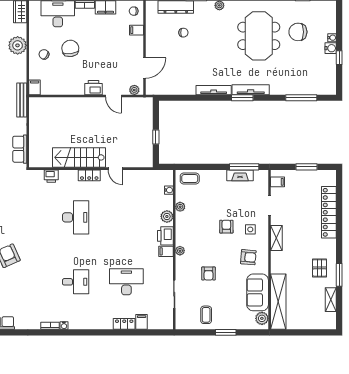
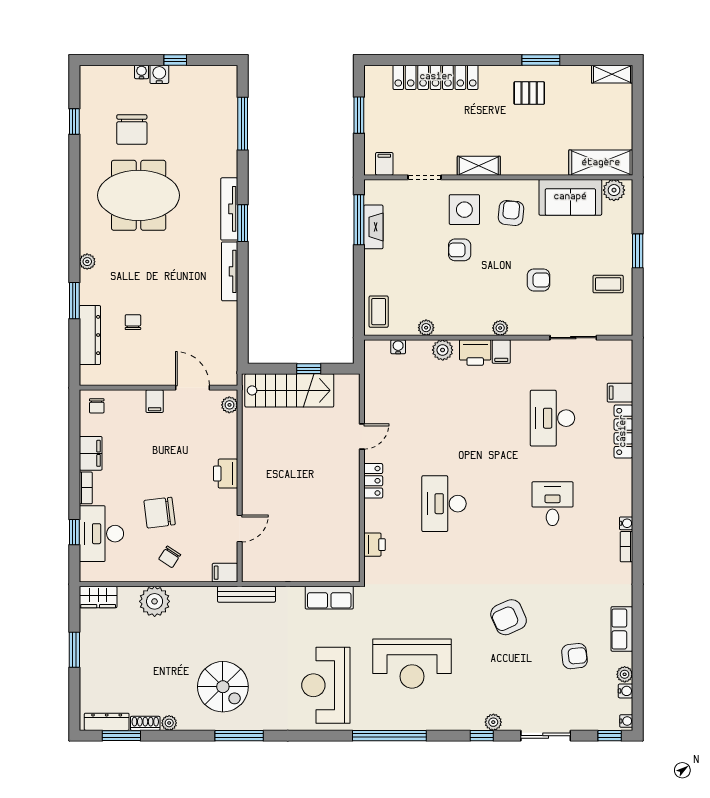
filing cabinet: (136, 30) -> (155, 401), moved
door: (114, 96) -> (240, 528), moved
stairs: (79, 157) -> (289, 390), moved, turned -90
desk: (76, 217) -> (444, 504), turned -90
side table: (250, 229) -> (464, 210), width x1.87, depth x1.87
shelving: (331, 300) -> (612, 74), moved
shelving: (278, 302) -> (601, 163), width x0.68
locker: (124, 324) -> (623, 431), width x1.53

